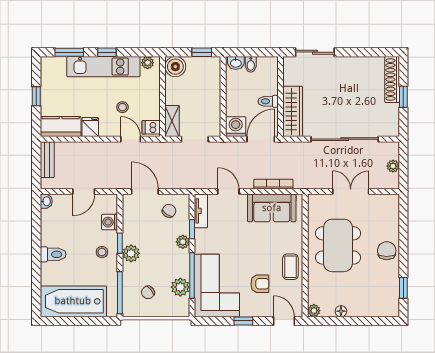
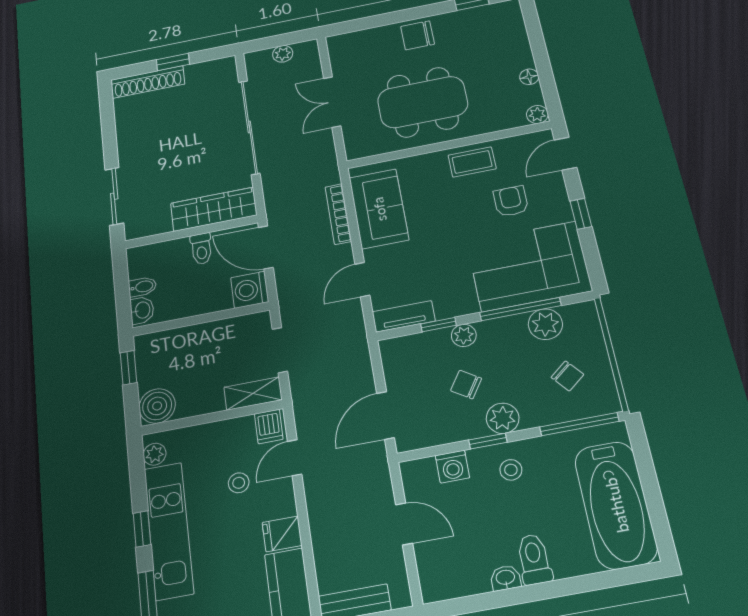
washbasin: (46, 201) -> (505, 578), moved
chair: (169, 211) -> (466, 385), moved

